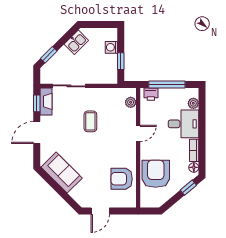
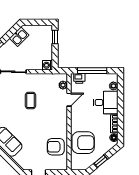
washing machine: (111, 47) -> (47, 65), moved
window: (121, 61) -> (55, 37), moved
door: (138, 133) -> (69, 100), moved
armchair: (156, 174) -> (83, 143), turned 90
window: (188, 188) -> (101, 161), moved

